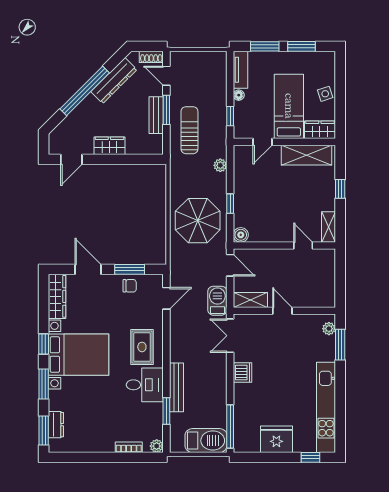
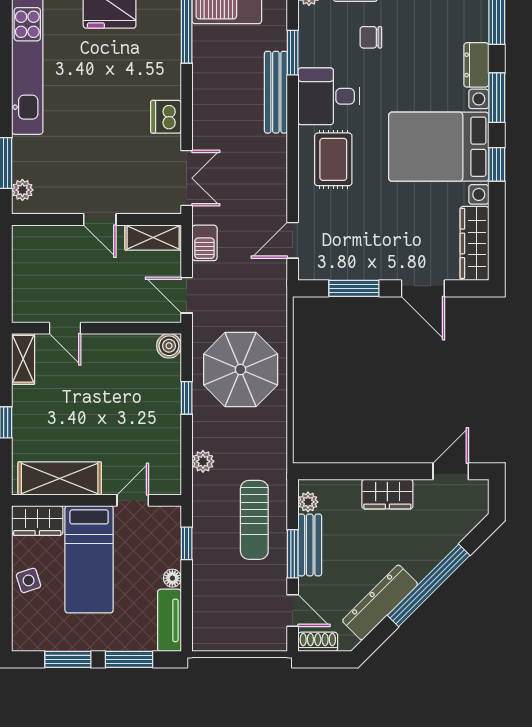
plant: (157, 141) -> (308, 502), added
chair: (130, 286) -> (371, 37), moved
barbecue: (217, 301) -> (204, 243), width x0.73, depth x0.79
dresser: (56, 425) -> (476, 65), moved

